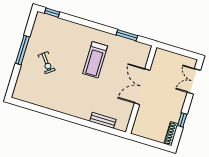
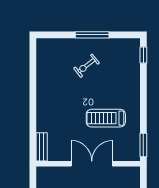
double door: (142, 87) -> (92, 164), moved
wall: (141, 90) -> (88, 164), moved

